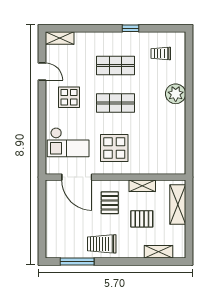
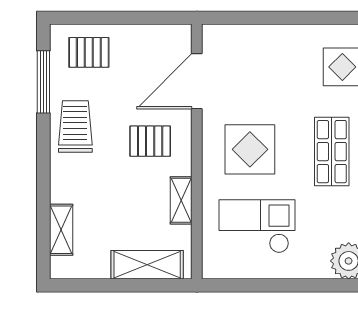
checkout: (68, 142) -> (257, 226), moved, turned 90
pallet: (142, 219) -> (89, 52), moved, turned 90

